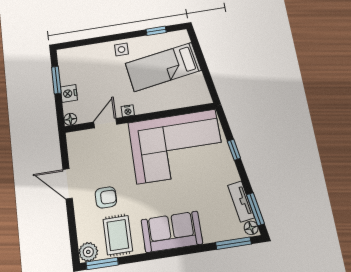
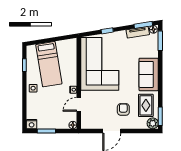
nightstand: (69, 93) -> (32, 124), moved
door: (105, 123) -> (79, 104), hinge flipped
rug: (118, 235) -> (146, 105), turned 90

